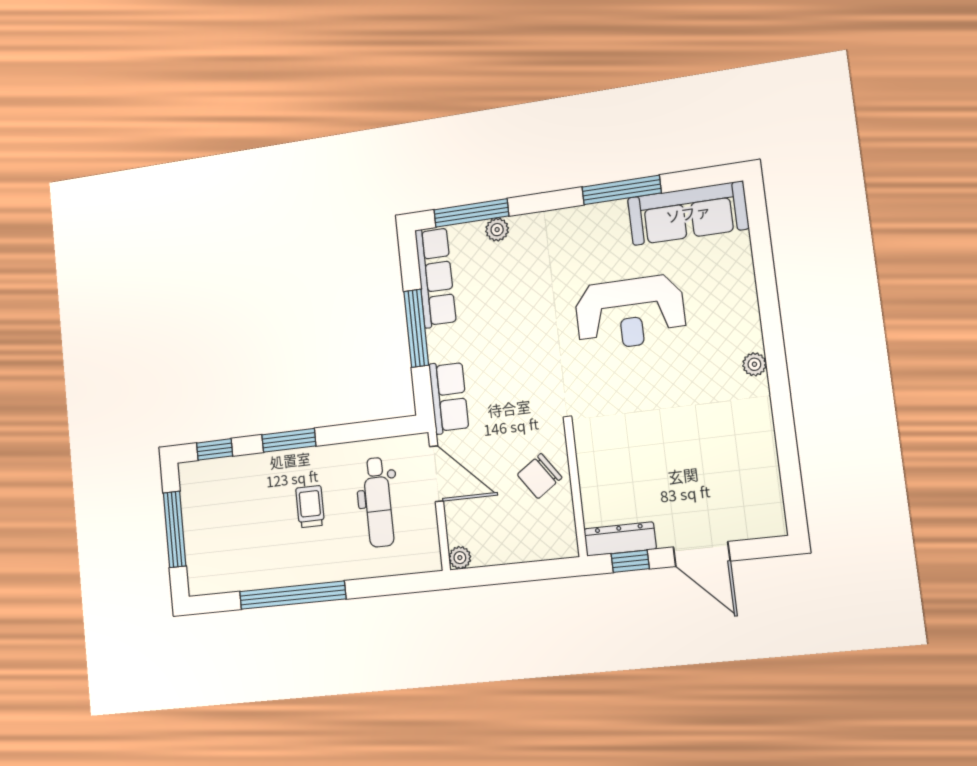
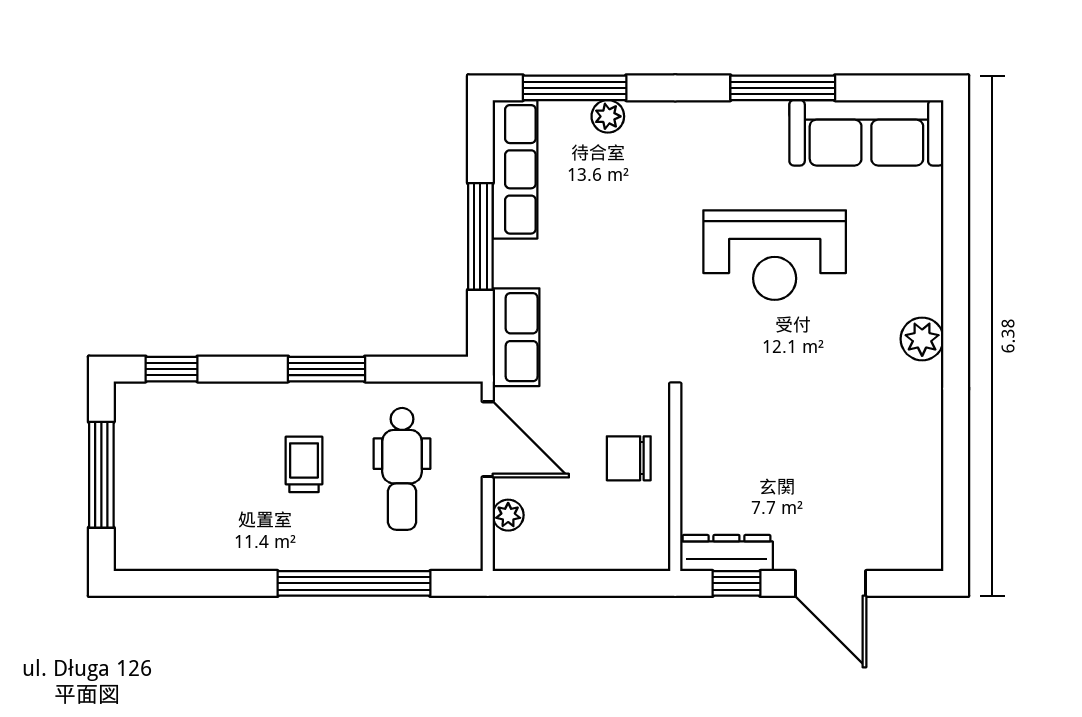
plant: (754, 364) -> (922, 339), width x1.38, depth x1.38
window: (289, 440) -> (326, 369), moved
chair: (540, 476) -> (629, 458), turned 35
plant: (460, 558) -> (508, 515), moved
window: (293, 595) -> (354, 583), moved

